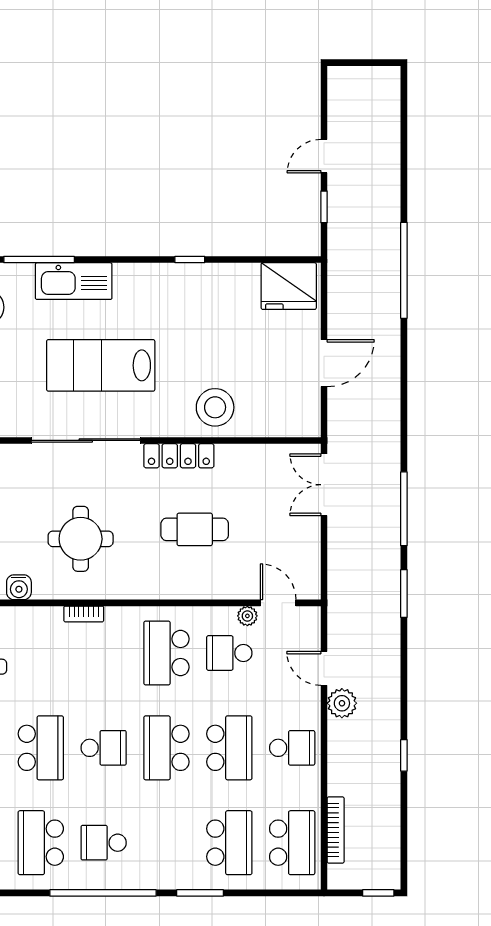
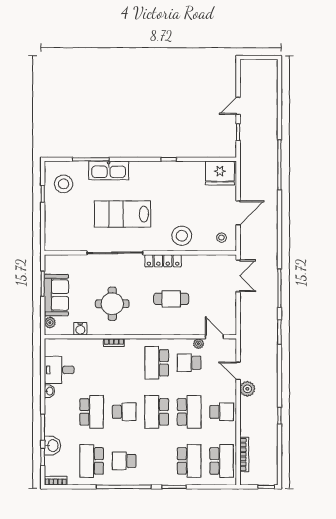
stool: (292, 411) -> (221, 238), added
double door: (324, 485) -> (238, 276), swing flipped

